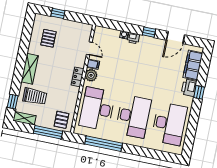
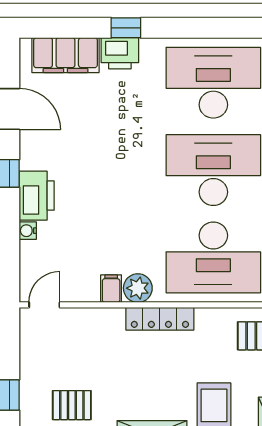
printer: (133, 38) -> (37, 196), width x1.87, depth x1.48
door: (89, 48) -> (44, 305), moved
locker: (78, 77) -> (160, 319), width x1.53

